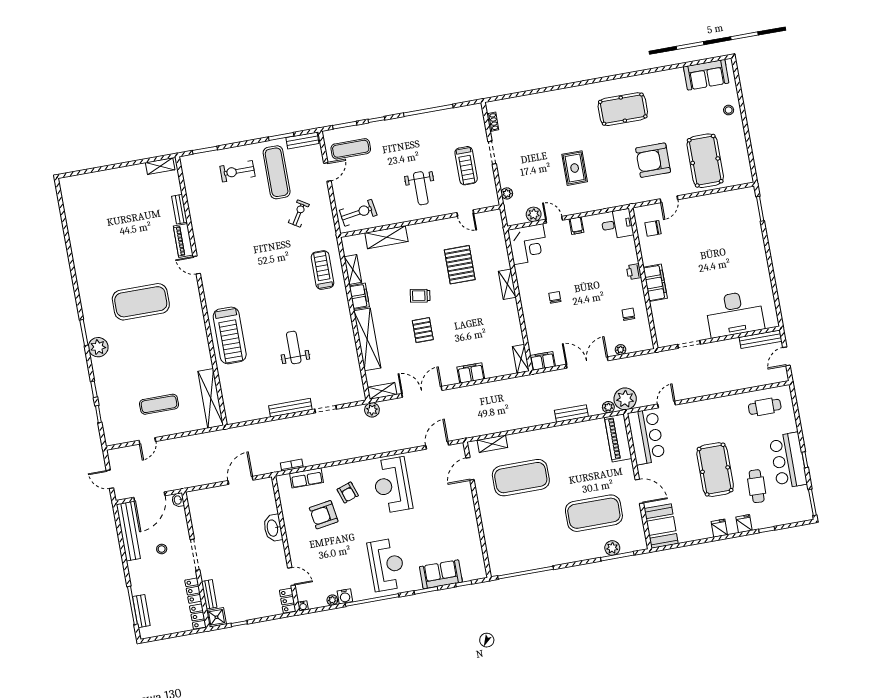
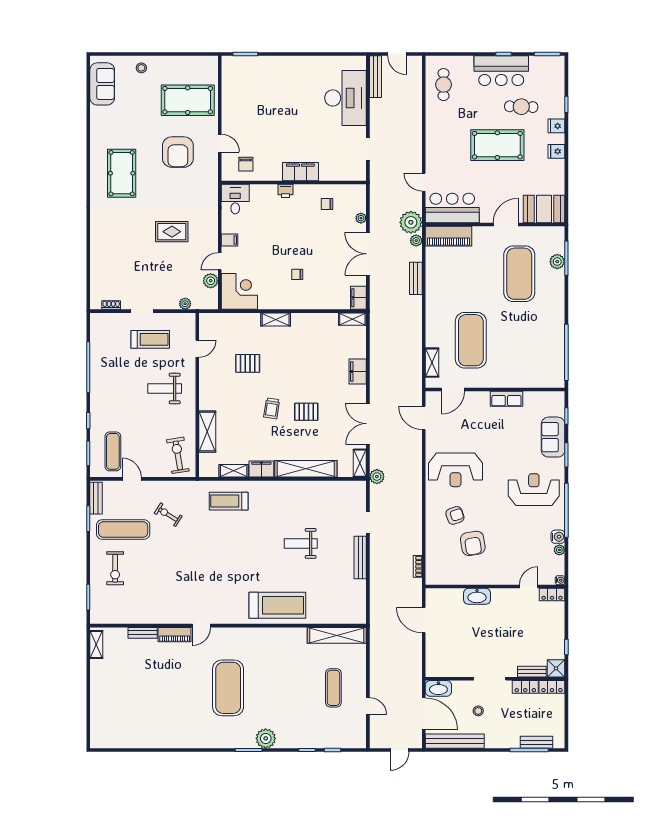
weight bench: (421, 188) -> (165, 389), turned 180
pallet: (460, 265) -> (248, 363), width x0.67, depth x0.71
door: (470, 469) -> (453, 389), hinge flipped
row of seats: (307, 478) -> (506, 399), moved, turned 90
washbasin: (178, 500) -> (438, 688), width x1.91, depth x1.45

